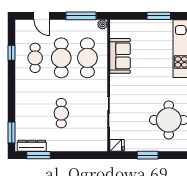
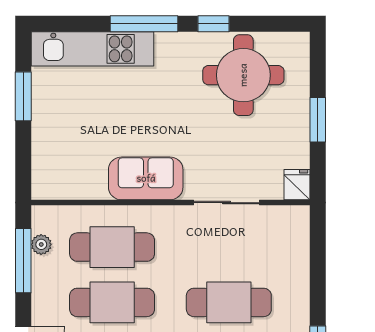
plant: (102, 24) -> (41, 244), moved
sofa: (120, 56) -> (146, 178), moved
cafe table: (61, 113) -> (229, 302), width x1.37, depth x1.35

